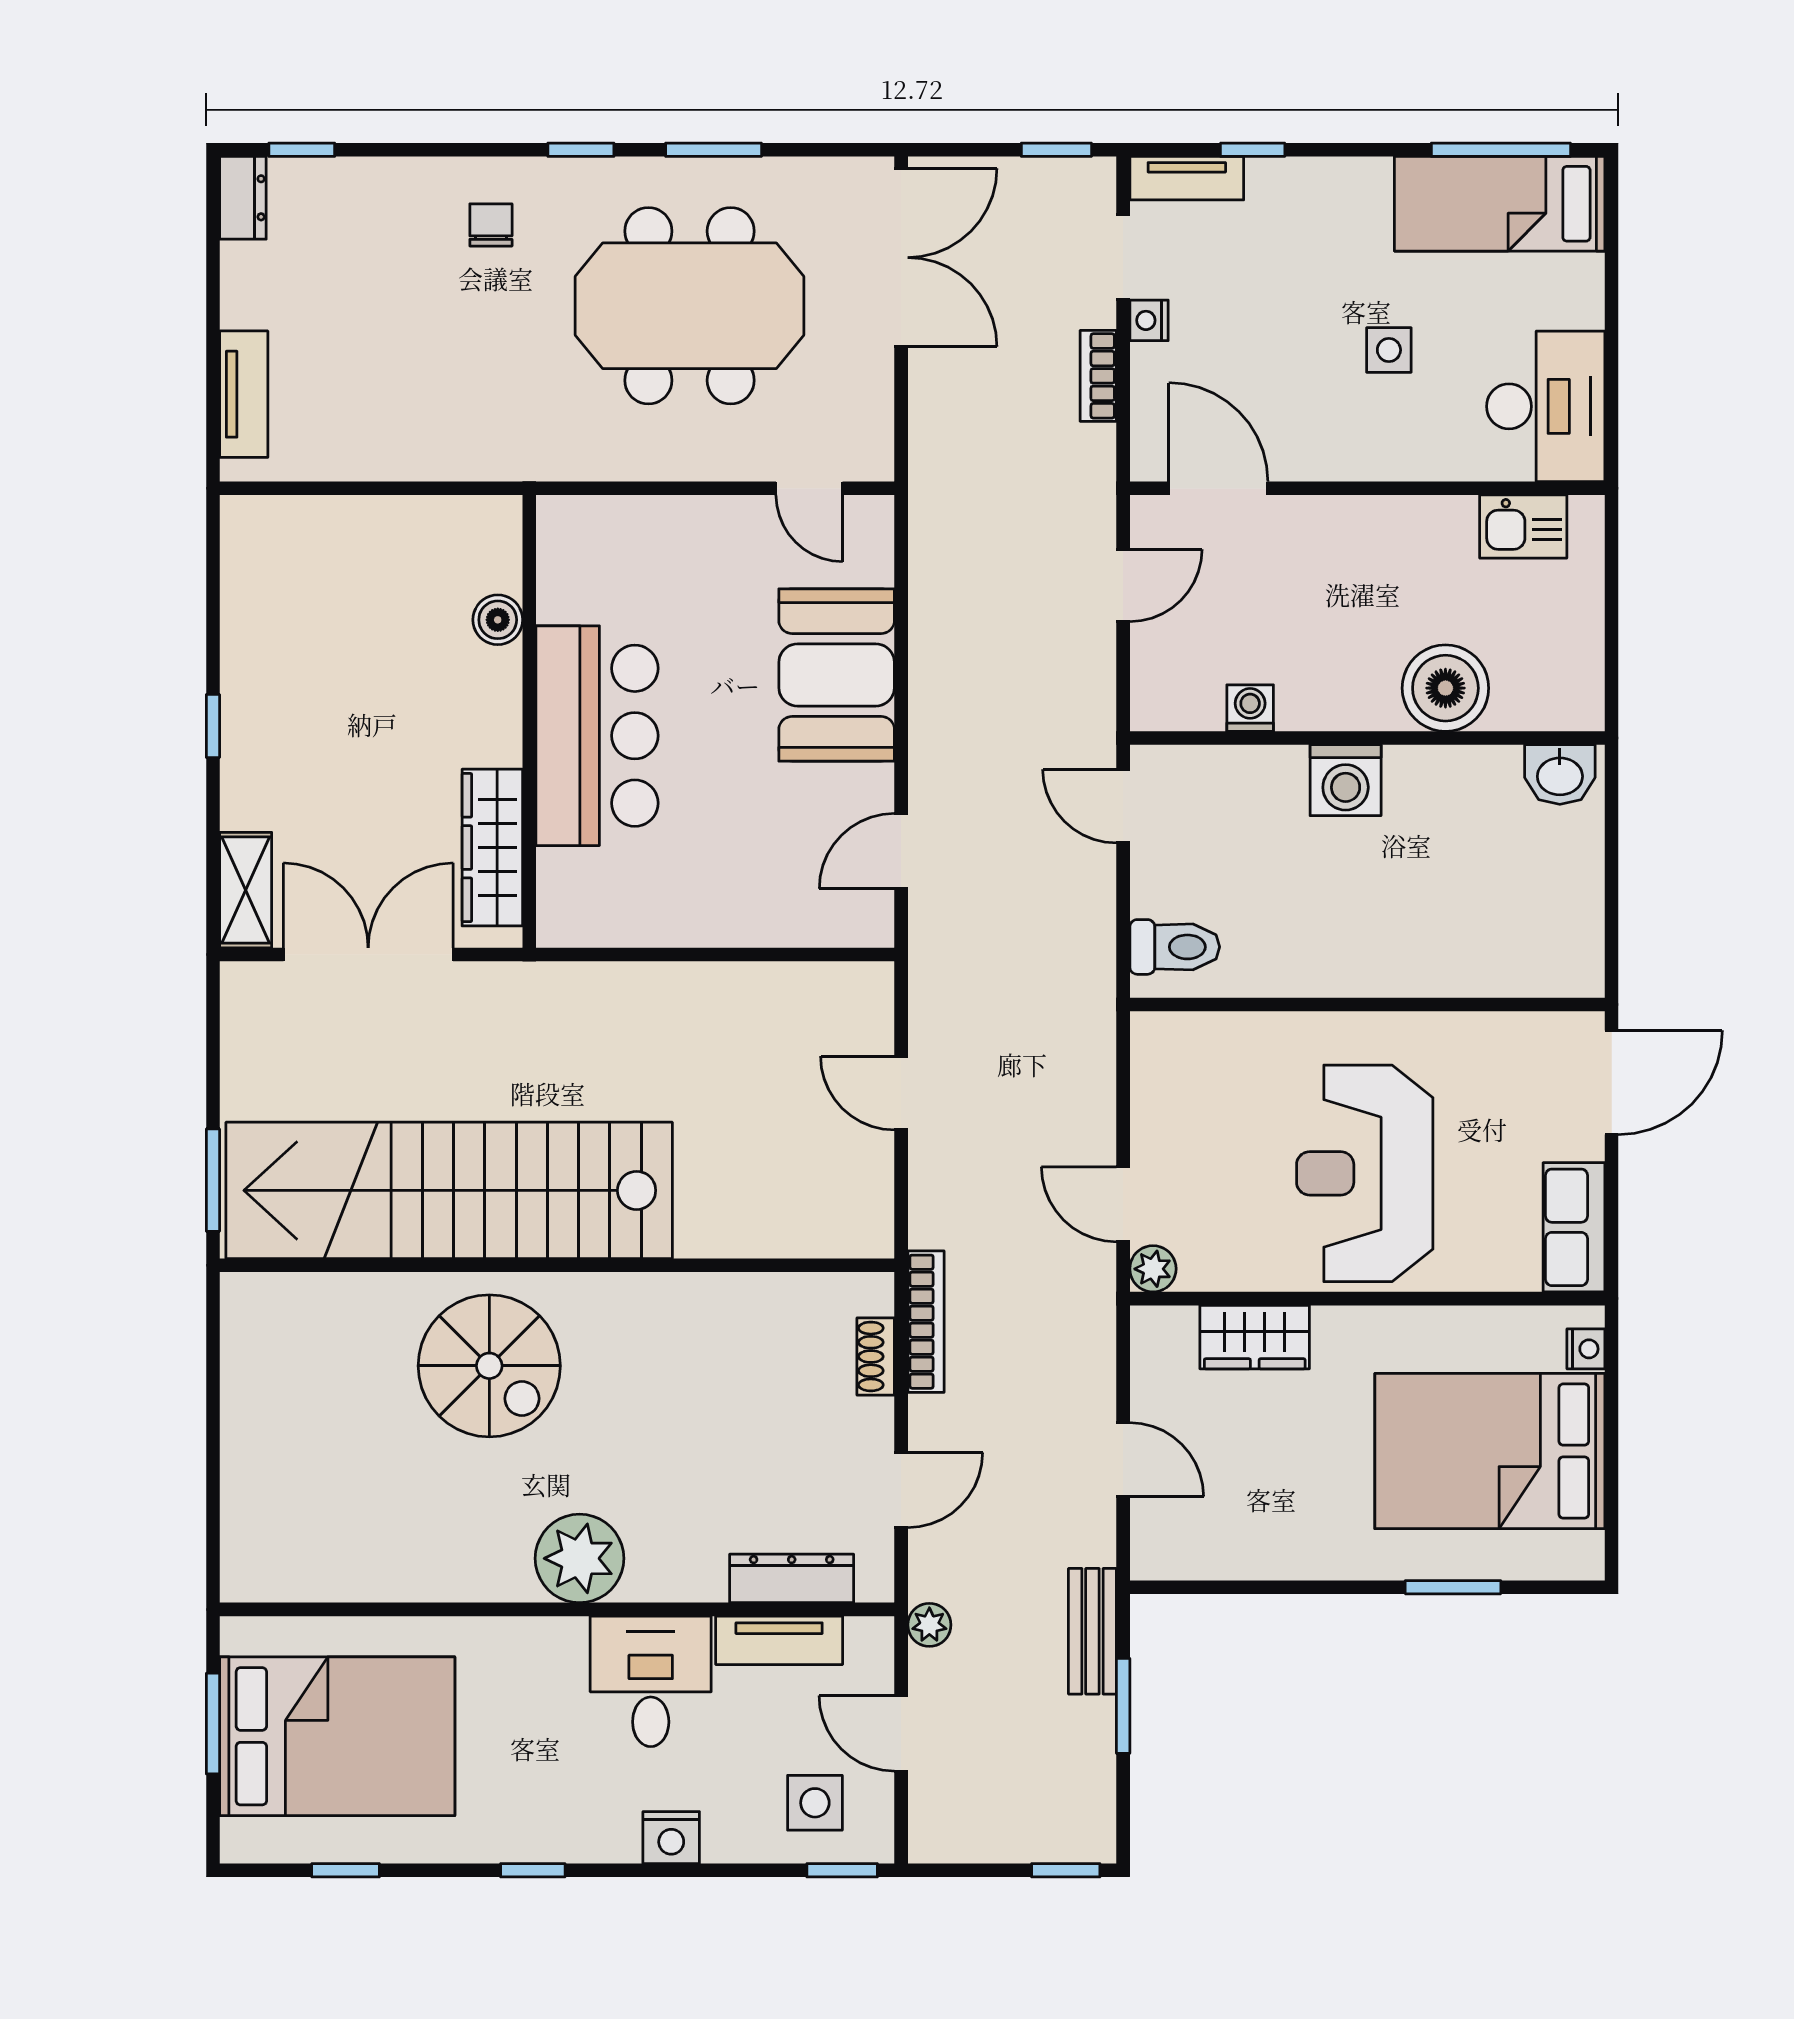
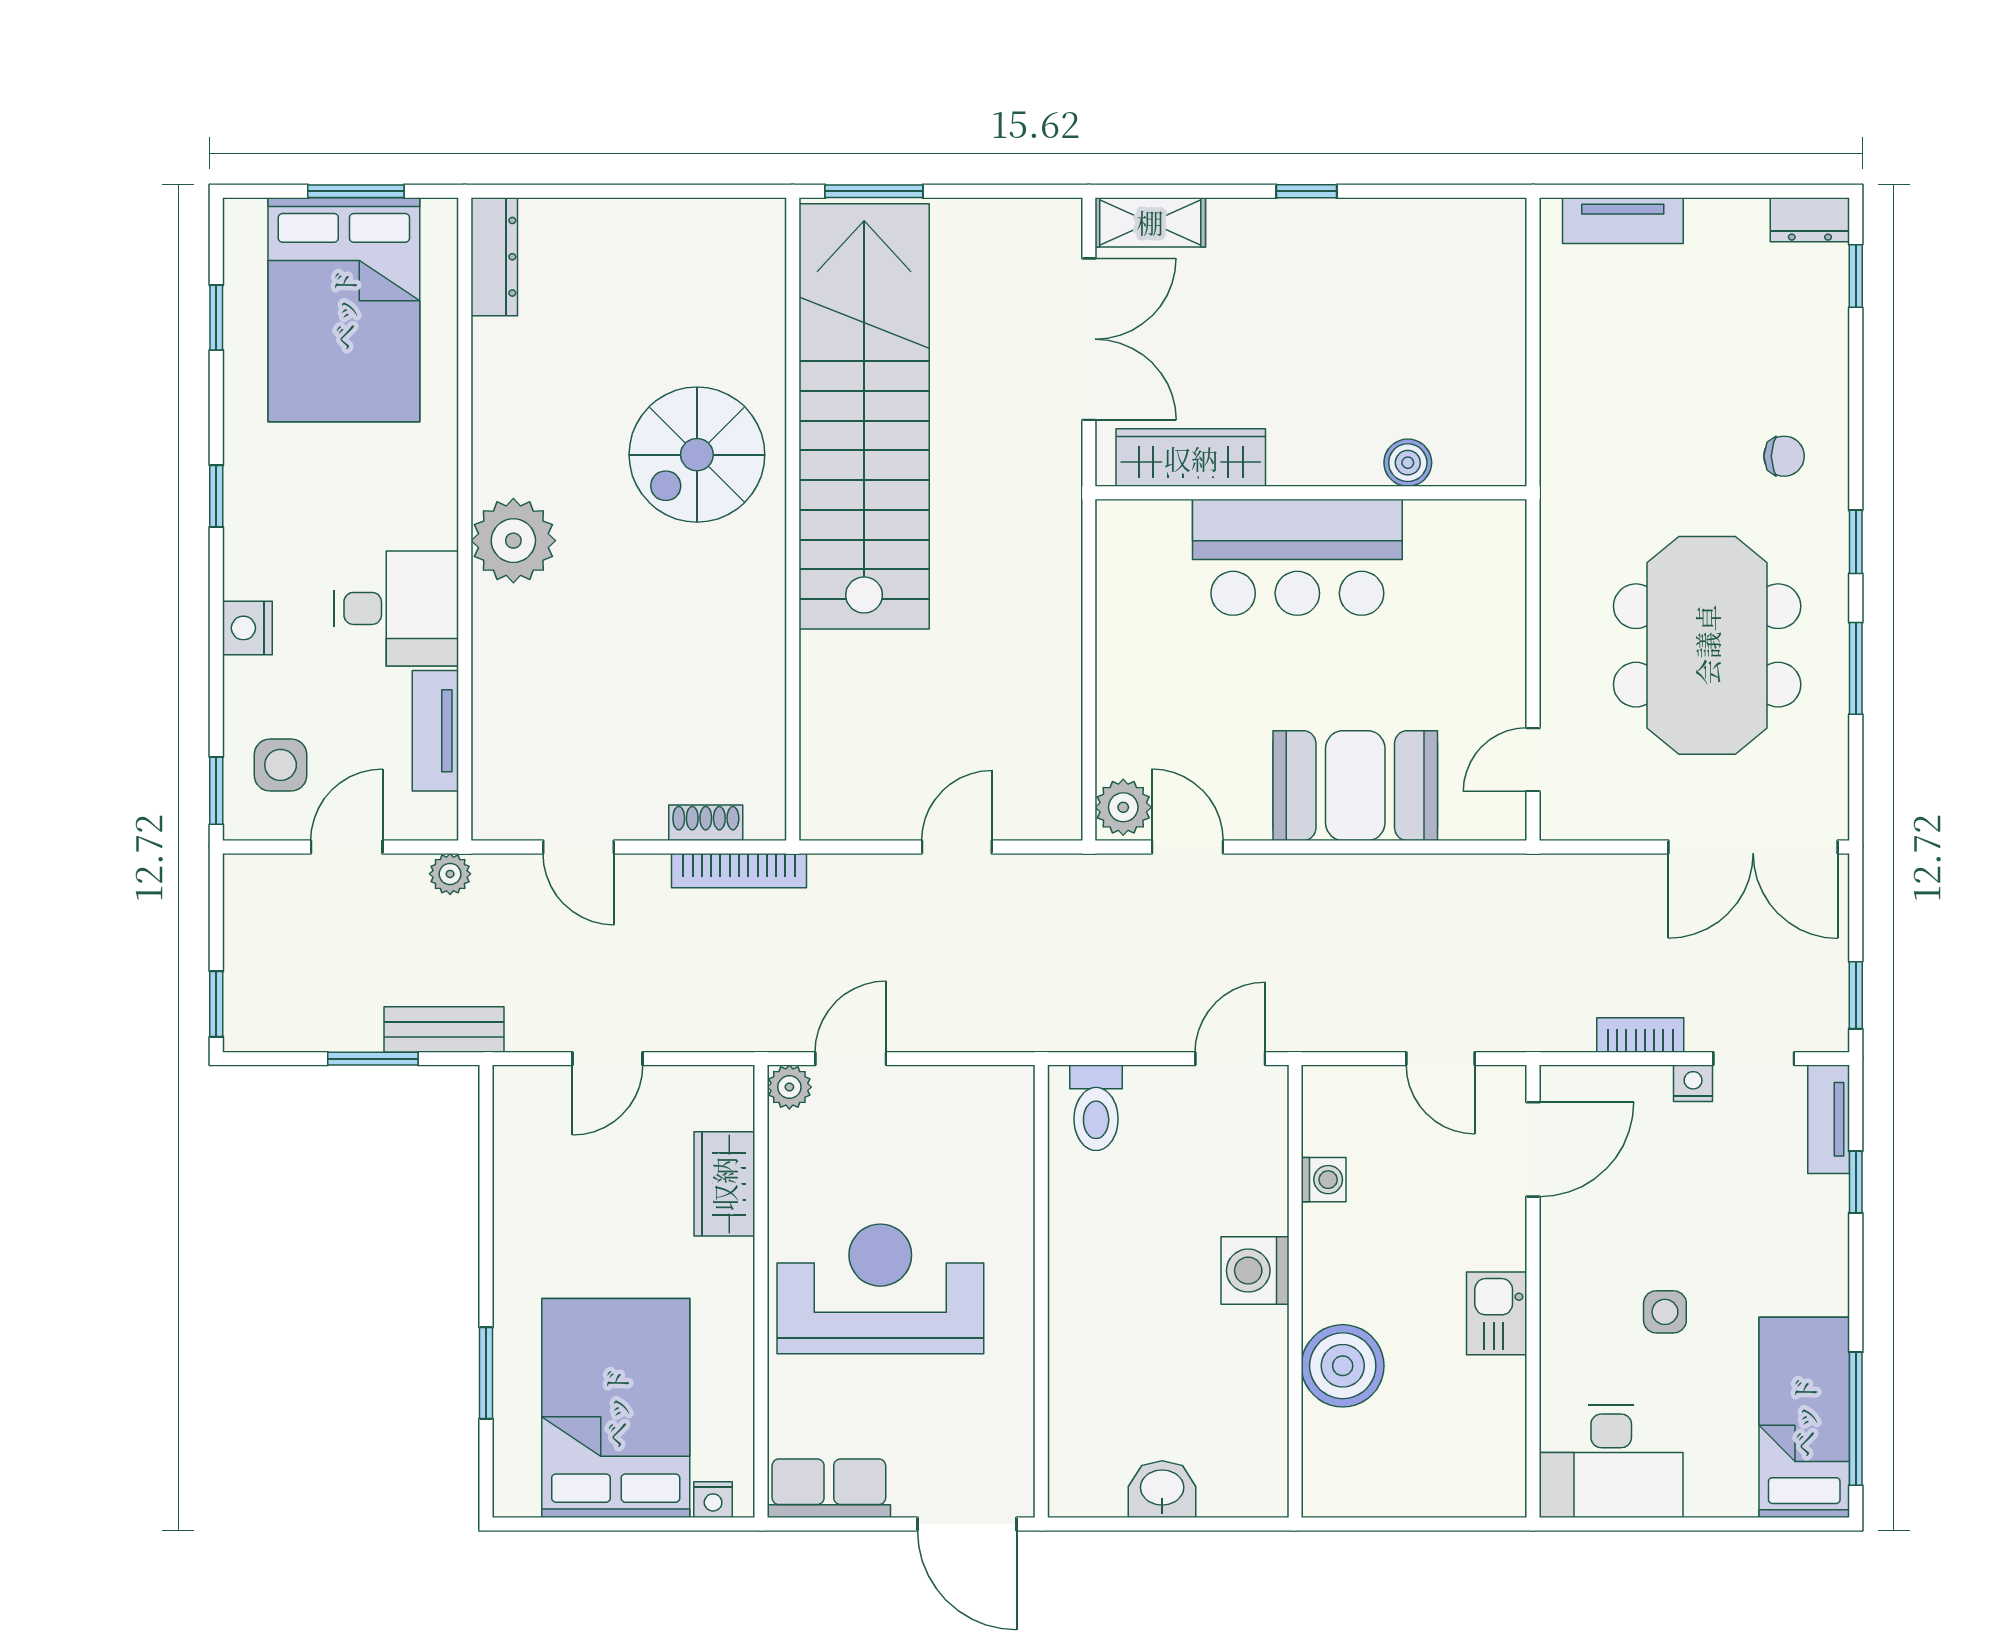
kitchen sink: (1523, 527) -> (1497, 1313), moved
washbasin: (1560, 775) -> (1162, 1489), moved, turned 90
plant: (859, 918) -> (1123, 807), added
dresser: (792, 1578) -> (494, 257), moved

